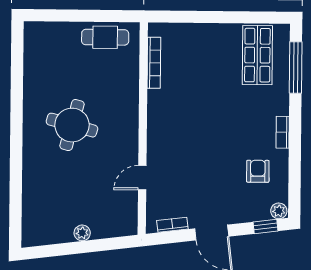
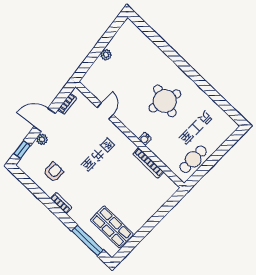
bookcase: (154, 63) -> (148, 163), moved
water cooler: (132, 108) -> (145, 139), added
armchair: (258, 171) -> (53, 172), turned -90
plant: (279, 211) -> (42, 139), moved

